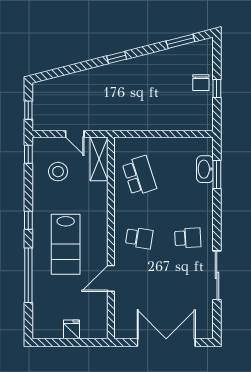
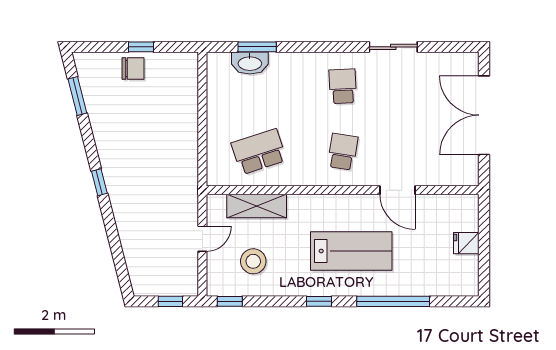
shelving: (99, 159) -> (257, 206), moved
sliding door: (217, 275) -> (393, 47), width x0.73

